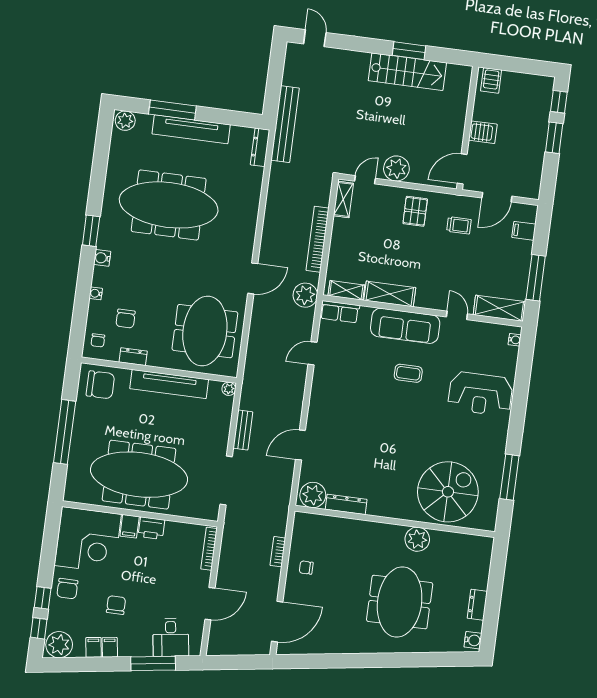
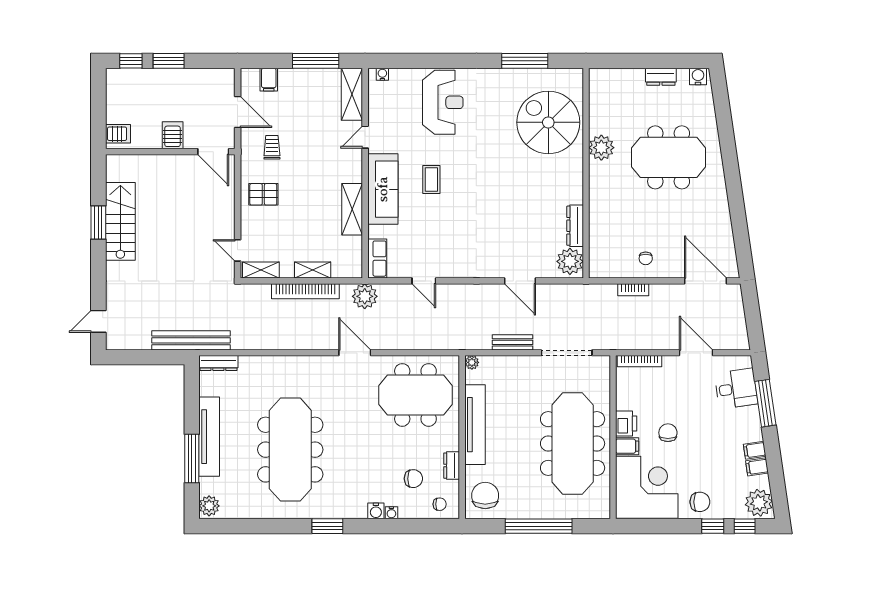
plant: (396, 168) -> (222, 219), removed
water cooler: (102, 258) -> (376, 511), moved
shelving: (346, 290) -> (313, 270), moved, turned 90
chair: (116, 605) -> (668, 433), moved, turned 90

